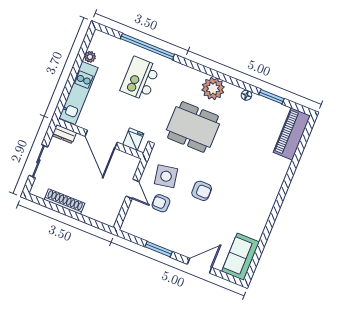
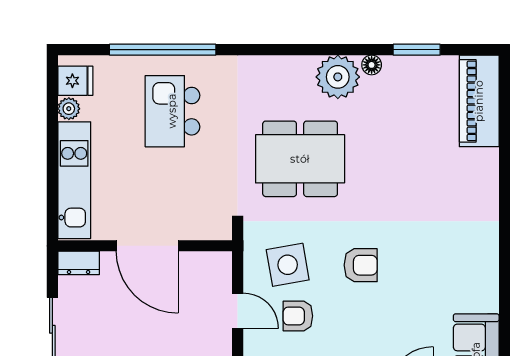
plant: (213, 89) -> (338, 77), moved
fridge: (133, 139) -> (75, 81), moved, turned 90

